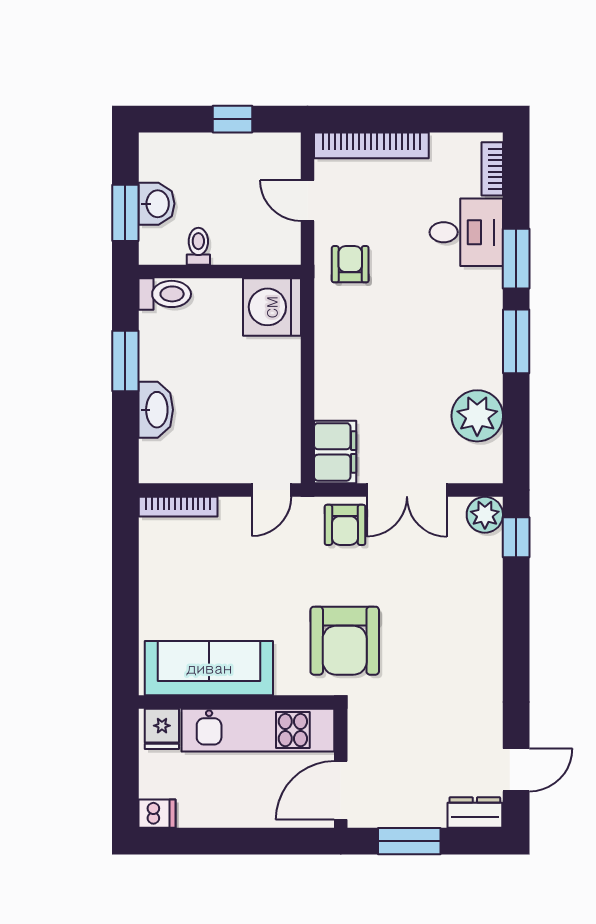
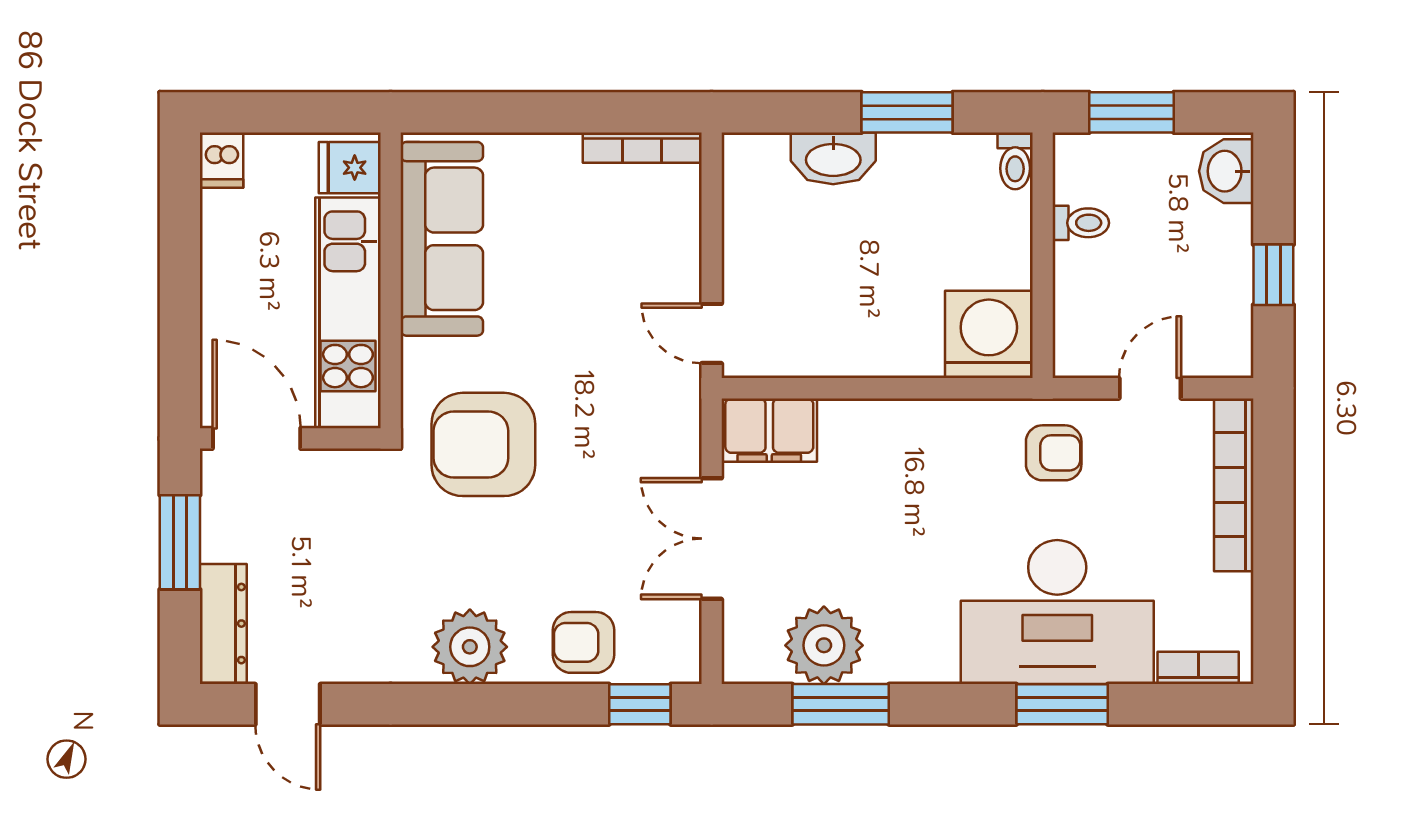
washbasin: (157, 204) -> (1226, 171), moved, turned 90
desk: (466, 232) -> (1057, 612), width x1.87, depth x1.30
toilet: (165, 294) -> (1015, 161), width x0.73, depth x0.72
window: (516, 341) -> (841, 704), moved
bookcase: (178, 507) -> (642, 148), moved, turned -90
plant: (485, 515) -> (470, 647), moved, width x1.36, depth x1.36
armchair: (345, 525) -> (583, 642), moved
dresser: (475, 812) -> (223, 624), width x1.44

